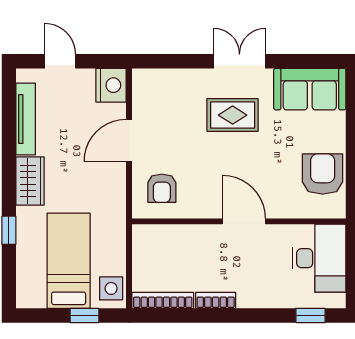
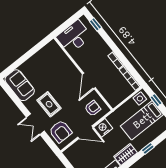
double door: (239, 61) -> (35, 124), moved
nightstand: (111, 85) -> (103, 128), moved
armchair: (323, 174) -> (61, 131), moved, turned -90
door: (244, 221) -> (89, 81), moved

